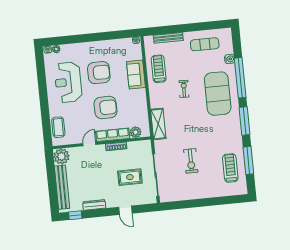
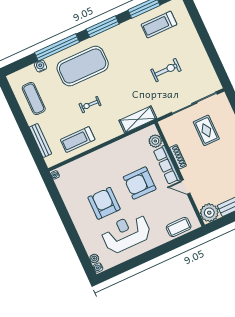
sofa: (136, 75) -> (92, 162), removed
reception desk: (68, 82) -> (126, 233), turned 180
armchair: (105, 108) -> (140, 183), turned -90

